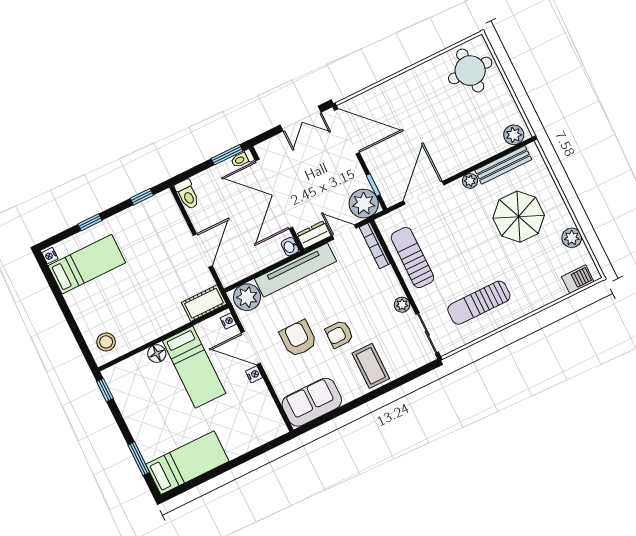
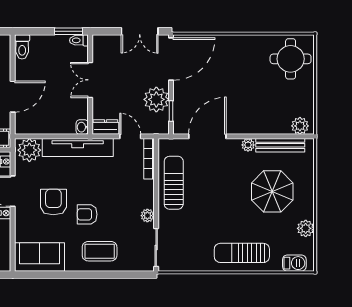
door: (347, 131) -> (171, 59), hinge flipped
double door: (274, 194) -> (90, 80), width x0.54
plant: (364, 204) -> (156, 99), moved
sun lounger: (479, 303) -> (242, 253), moved
coffee table: (371, 366) -> (100, 251), turned 90

